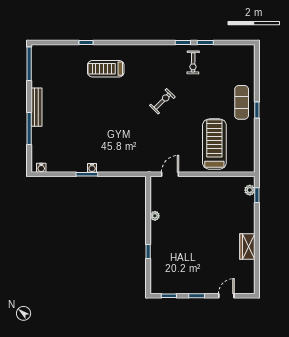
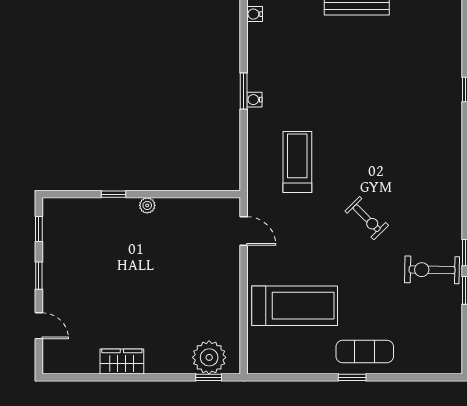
exercise bike: (193, 62) -> (432, 270), width x1.38, depth x1.39
treadmill: (106, 69) -> (297, 162), moved
plant: (250, 190) -> (209, 357), width x1.88, depth x1.88
plant: (155, 216) -> (147, 205), moved

